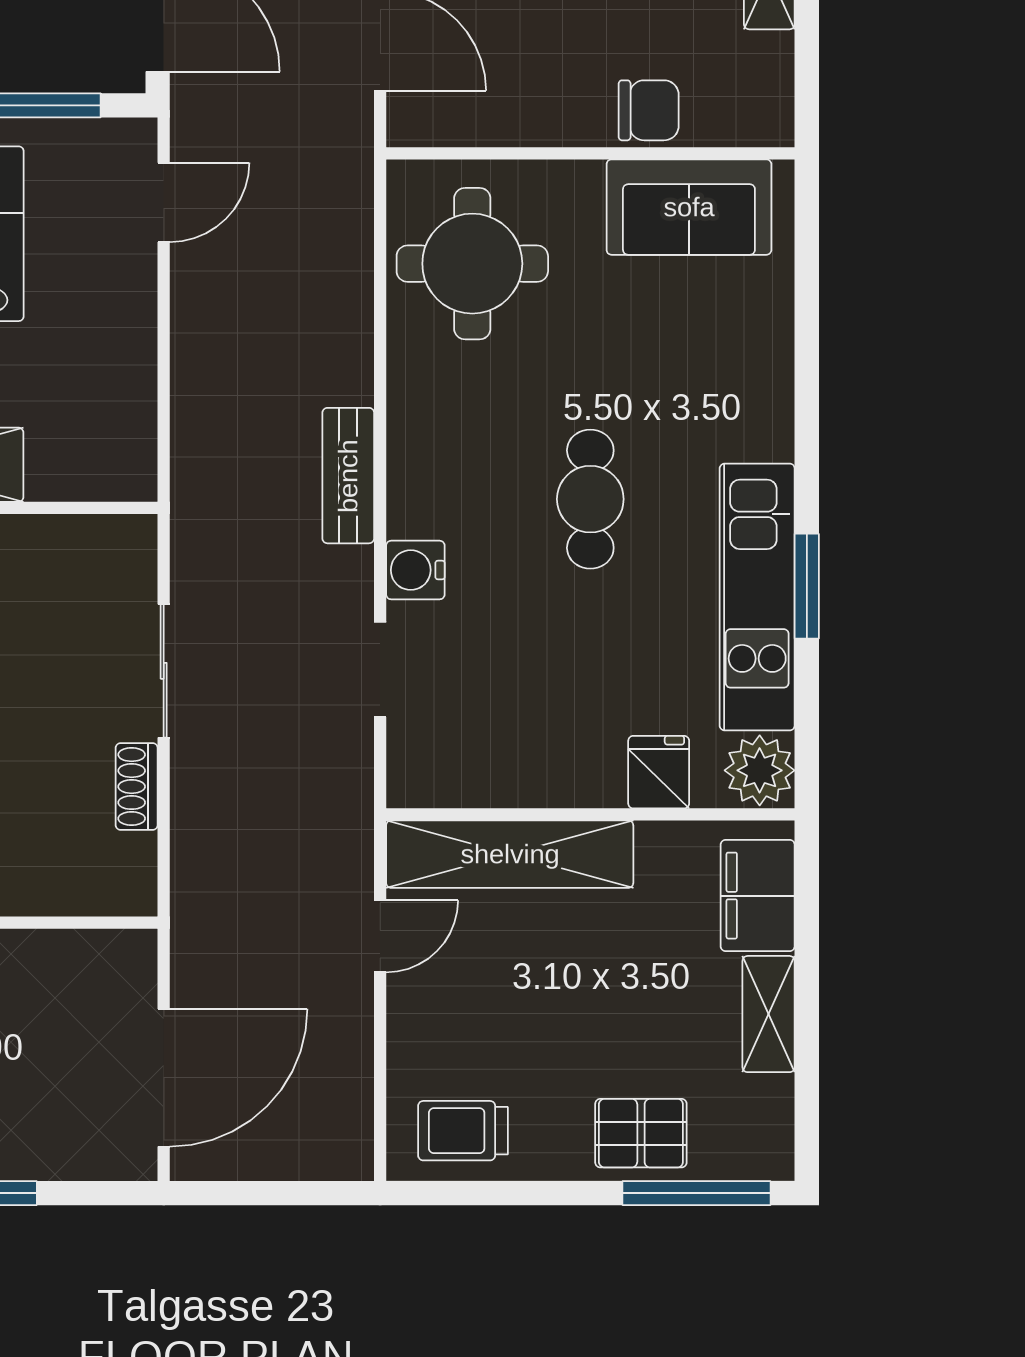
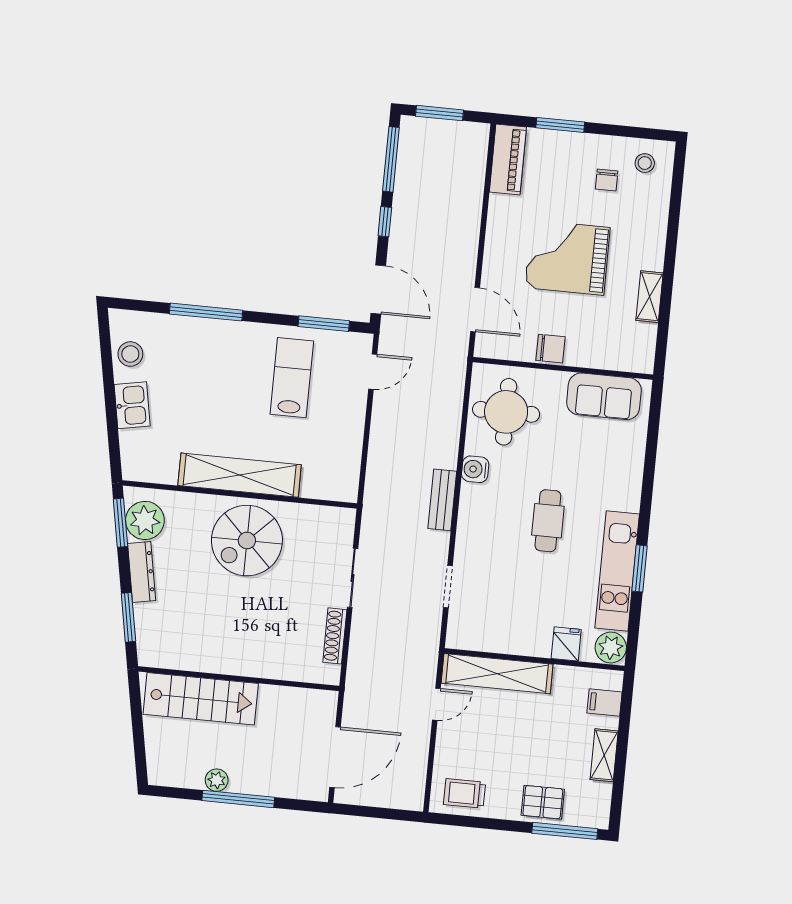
chair: (649, 110) -> (550, 349), moved
water cooler: (415, 570) -> (475, 469), moved
shoe rack: (137, 787) -> (335, 636), width x1.43
filing cabinet: (758, 896) -> (604, 703), width x0.50

